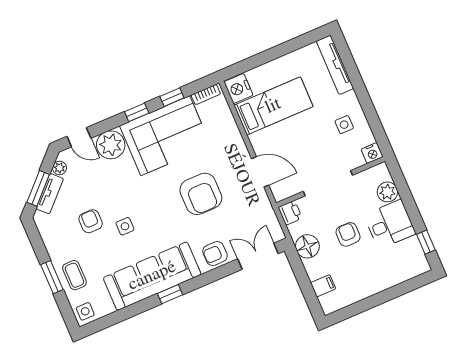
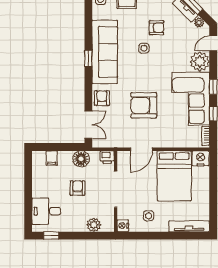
bed: (273, 106) -> (174, 176), width x1.50
desk: (390, 224) -> (46, 211), moved, turned 90
armchair: (348, 234) -> (78, 188), turned -90

